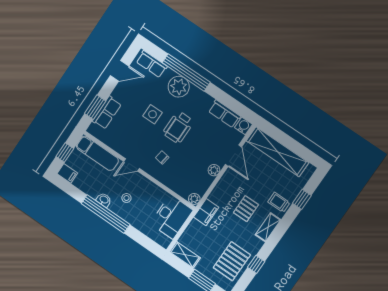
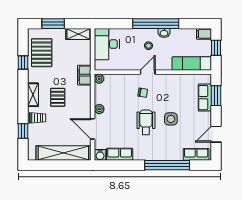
plant: (179, 87) -> (165, 151), removed
door: (131, 165) -> (148, 72), moved
desk: (171, 217) -> (107, 44), moved

